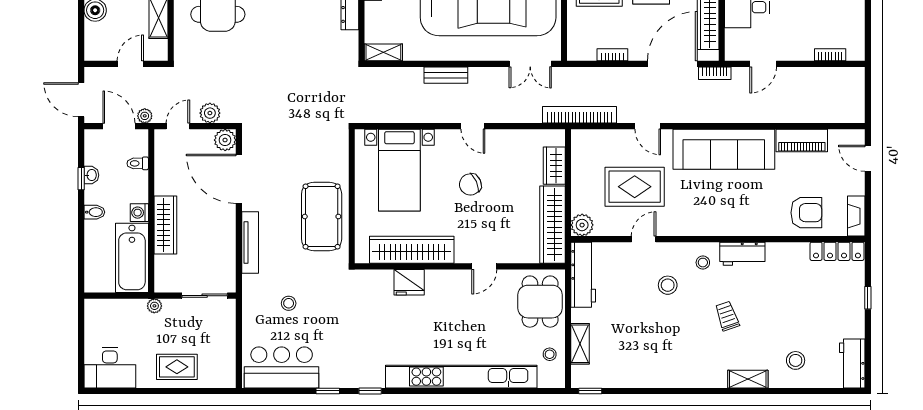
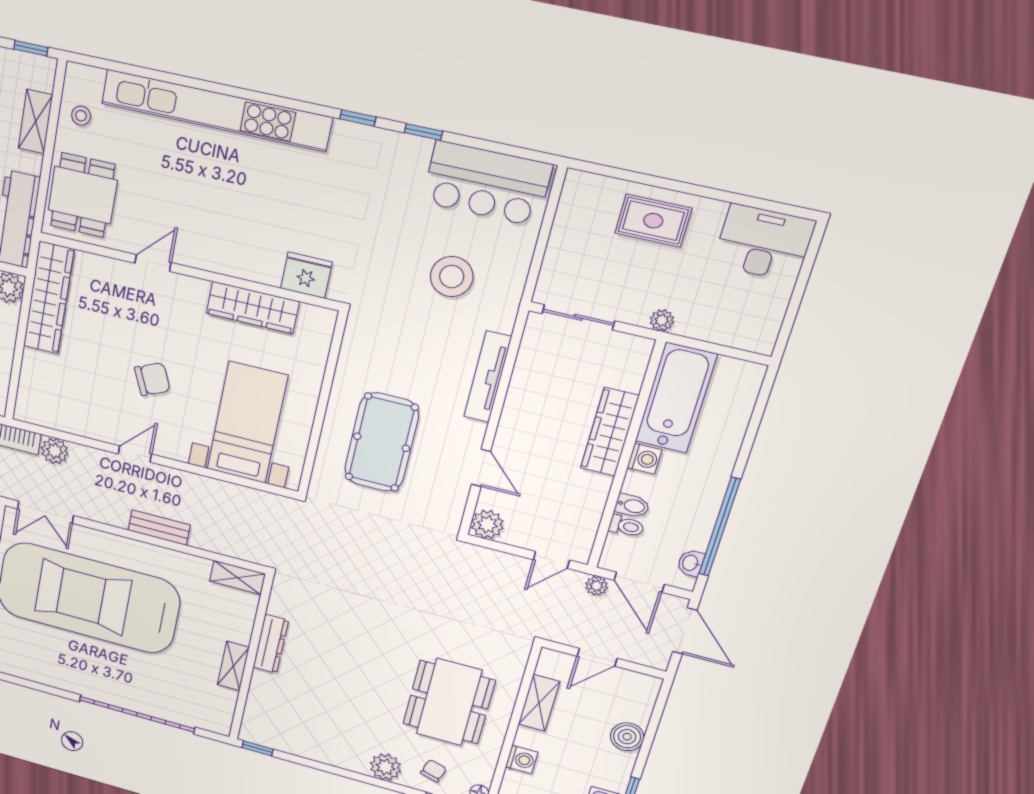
double door: (530, 64) -> (45, 512), swing flipped
plant: (210, 113) -> (55, 451), moved
door: (473, 126) -> (135, 454), hinge flipped
wardrobe: (554, 166) -> (34, 376), removed
washbasin: (91, 175) -> (691, 563), moved
window: (81, 179) -> (720, 527), width x3.17
door: (239, 179) -> (481, 468), width x0.53
bidet: (94, 212) -> (632, 506), moved, turned 180
pool table: (322, 216) -> (381, 442), moved
wardrobe: (412, 250) -> (253, 307), width x0.71, depth x0.85
fridge: (409, 282) -> (306, 275), moved
stool: (289, 303) -> (452, 277), width x1.89, depth x1.89

